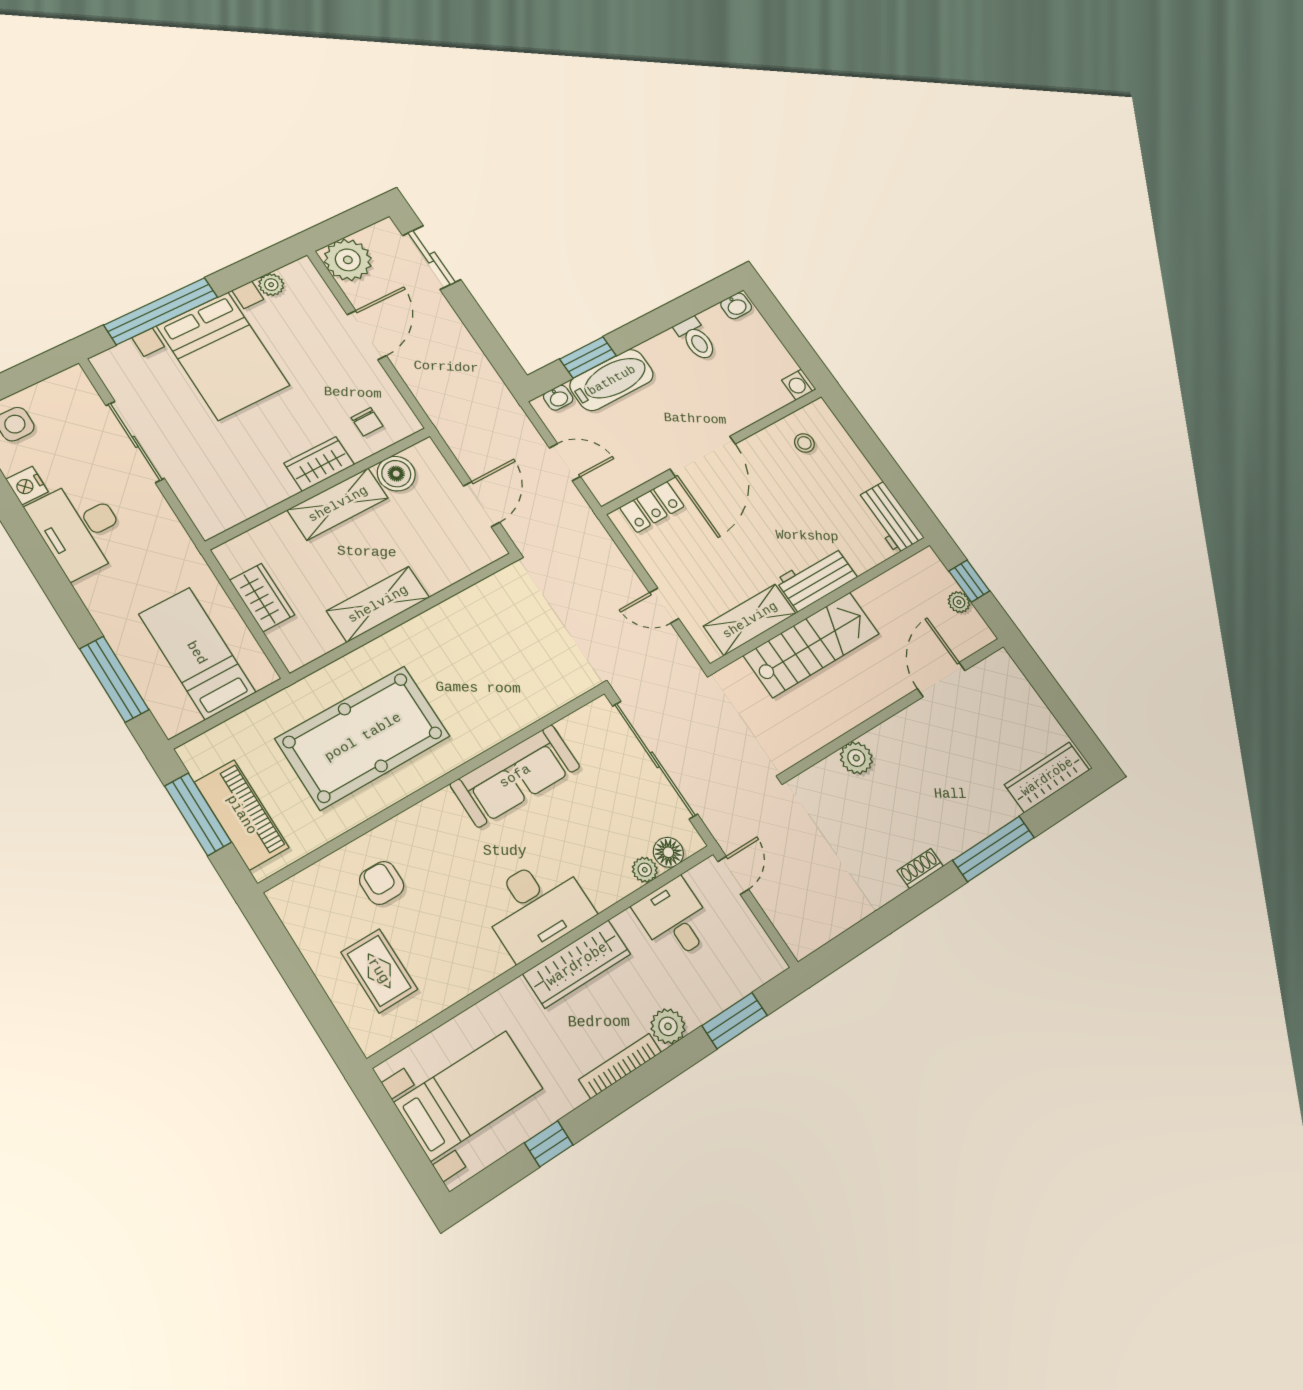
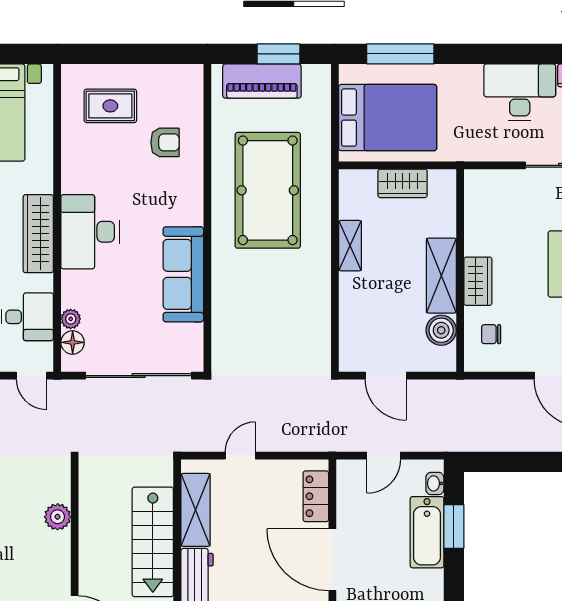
shelving: (378, 604) -> (350, 246), width x0.67, depth x0.75
bed: (197, 653) -> (388, 118), width x1.50
window: (198, 814) -> (279, 54), width x0.69

